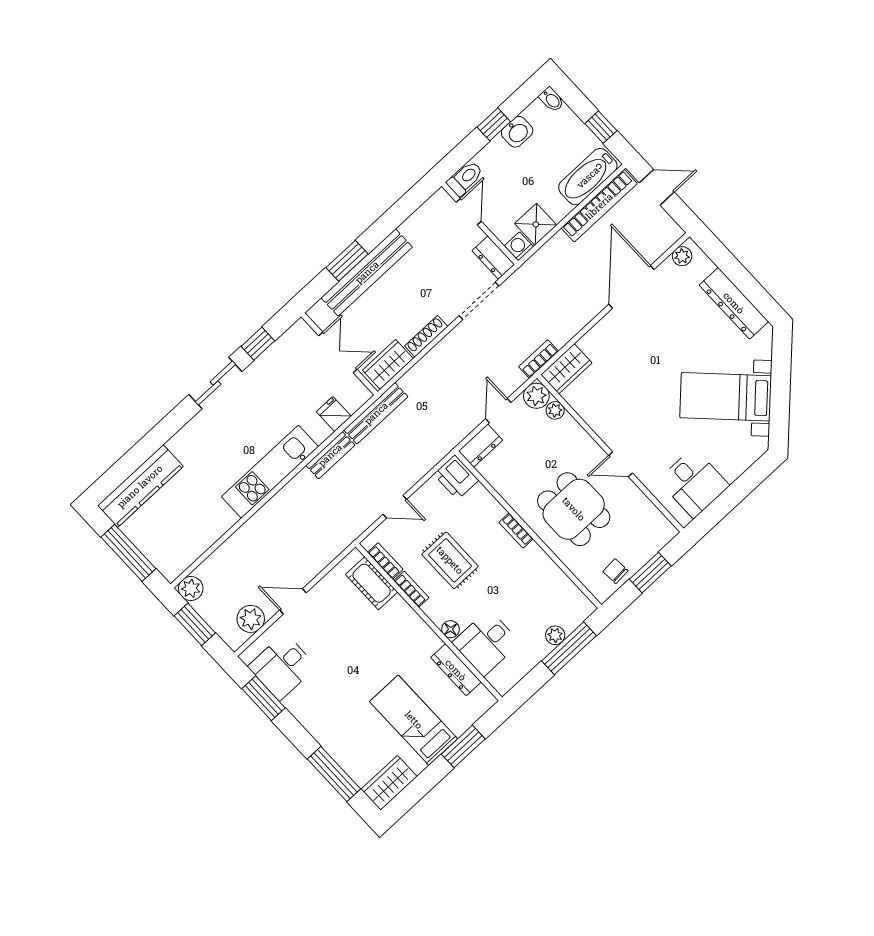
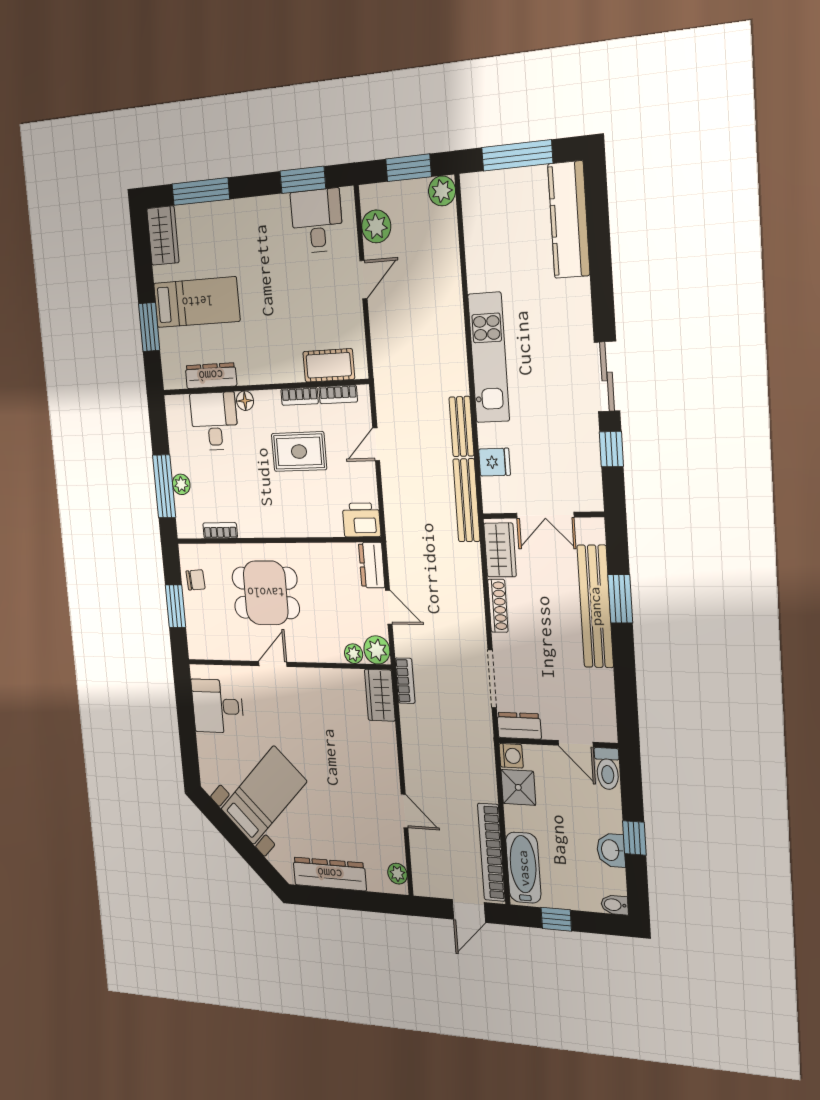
door: (631, 287) -> (405, 811), width x0.53
bookcase: (516, 531) -> (220, 530), moved

